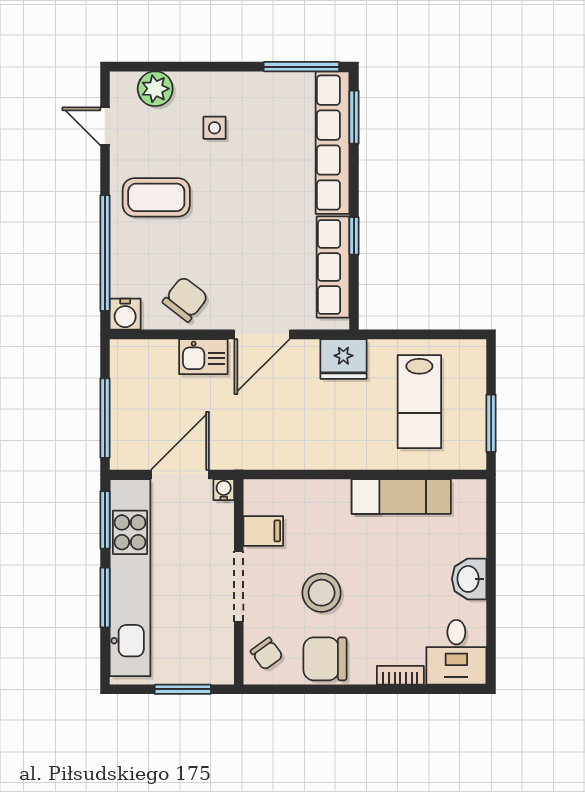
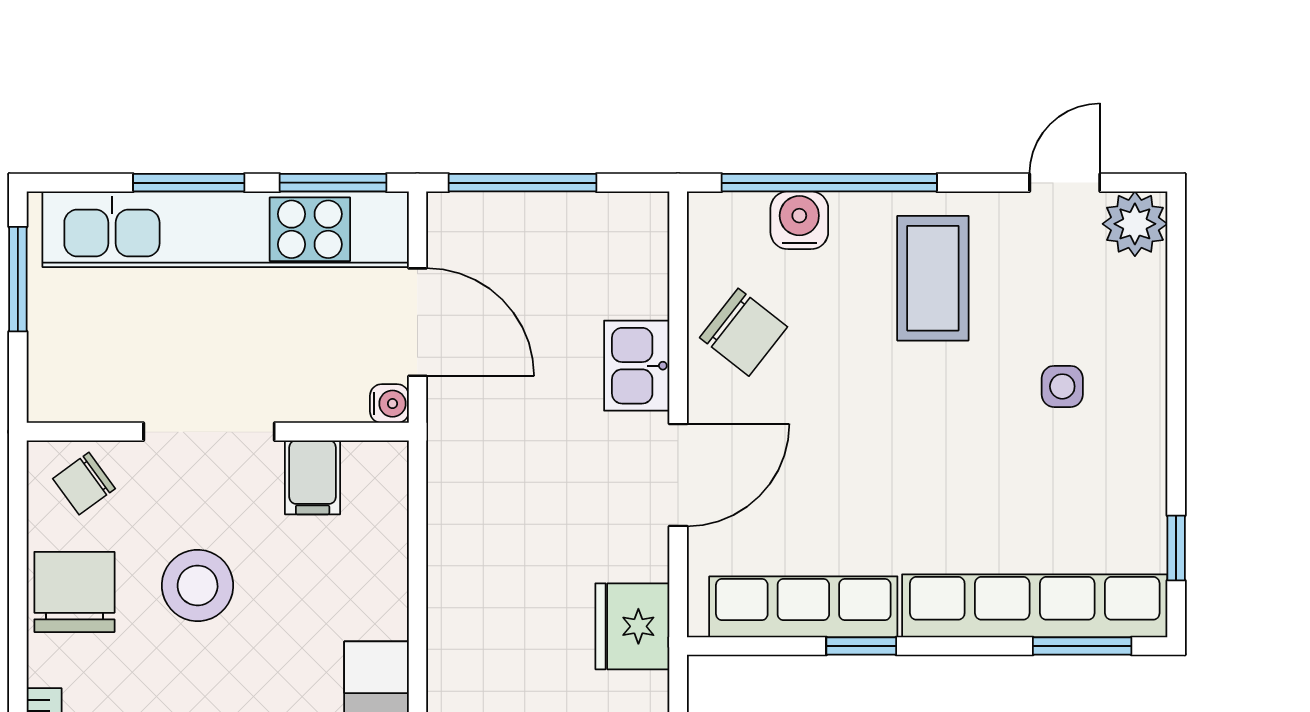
window: (301, 67) -> (1176, 548), width x0.46
plant: (155, 89) -> (1135, 224), moved
water cooler: (125, 314) -> (799, 220), moved, turned 90
door: (262, 334) -> (678, 475), swing flipped
window: (183, 689) -> (18, 279), moved

